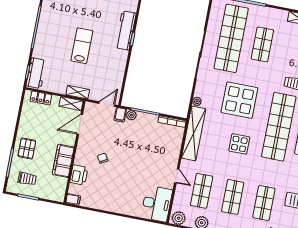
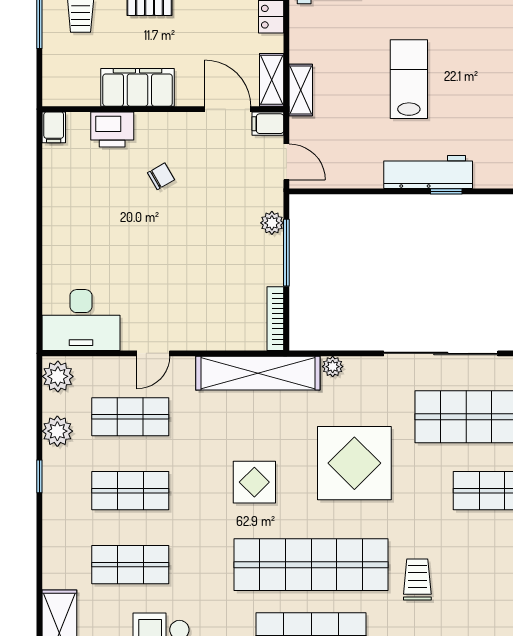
workbench: (126, 30) -> (428, 172), moved
lab bench: (82, 46) -> (409, 79), turned -90
filing cabinet: (120, 115) -> (268, 124), moved

